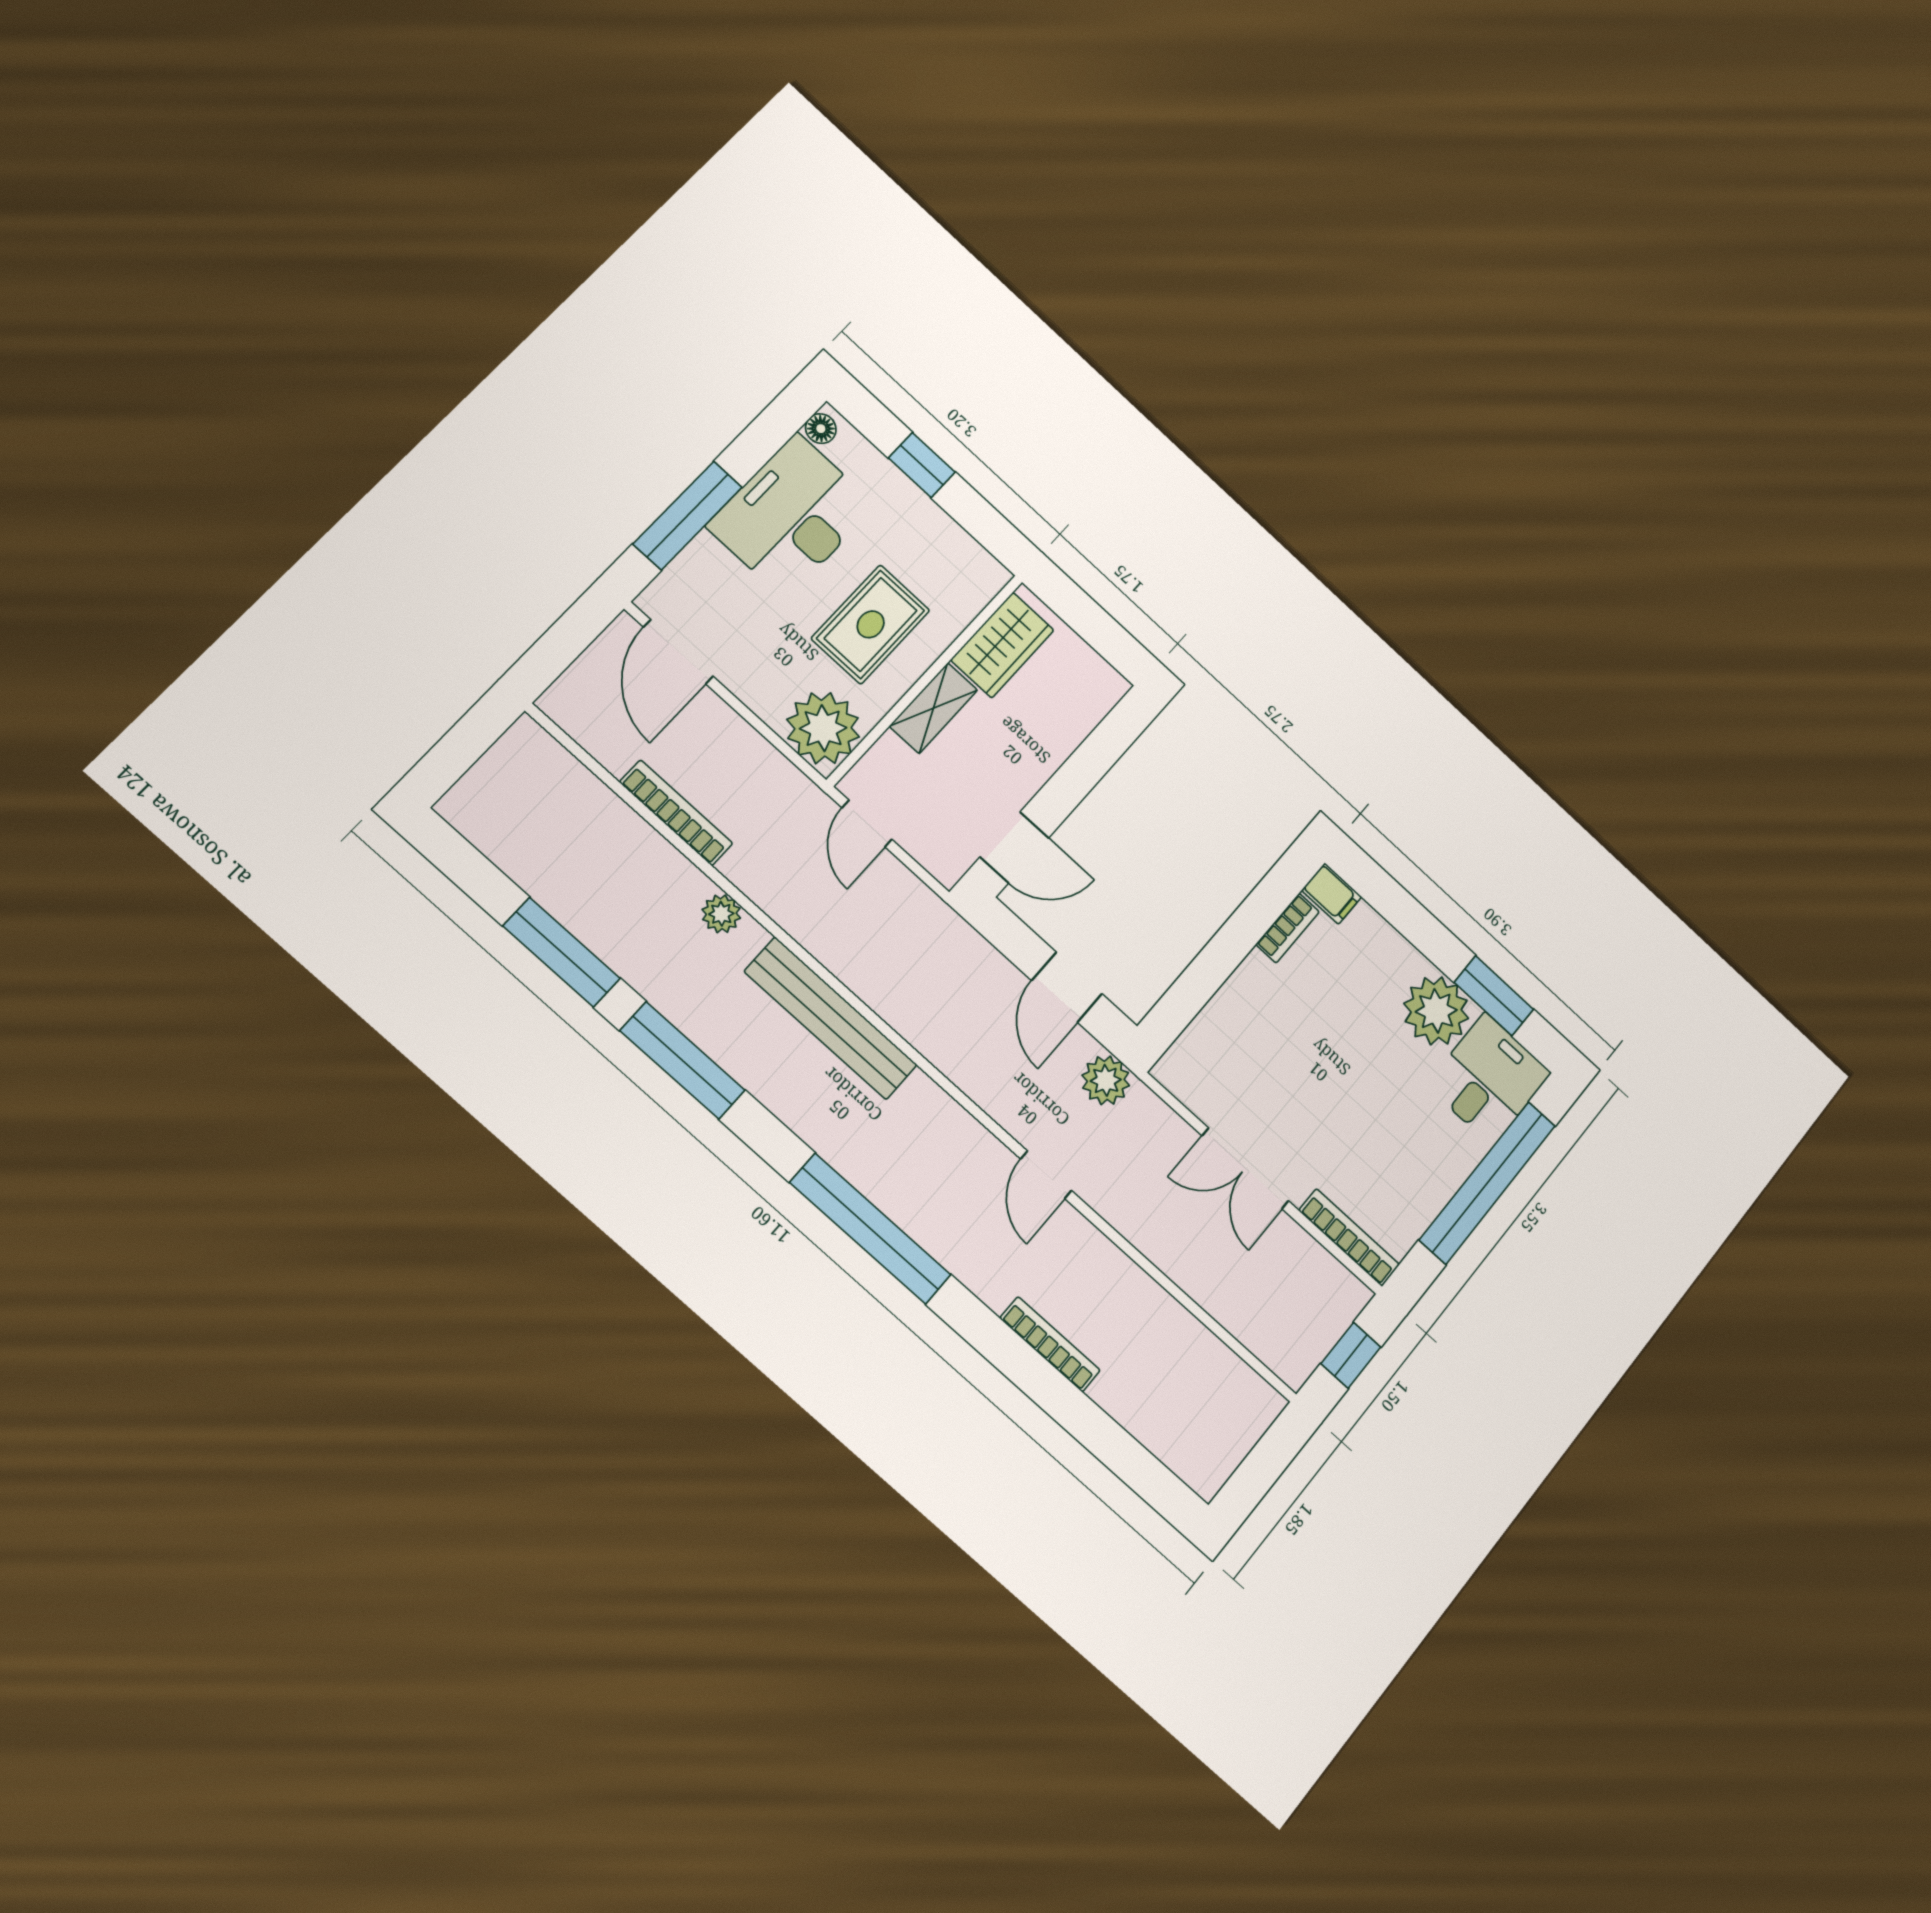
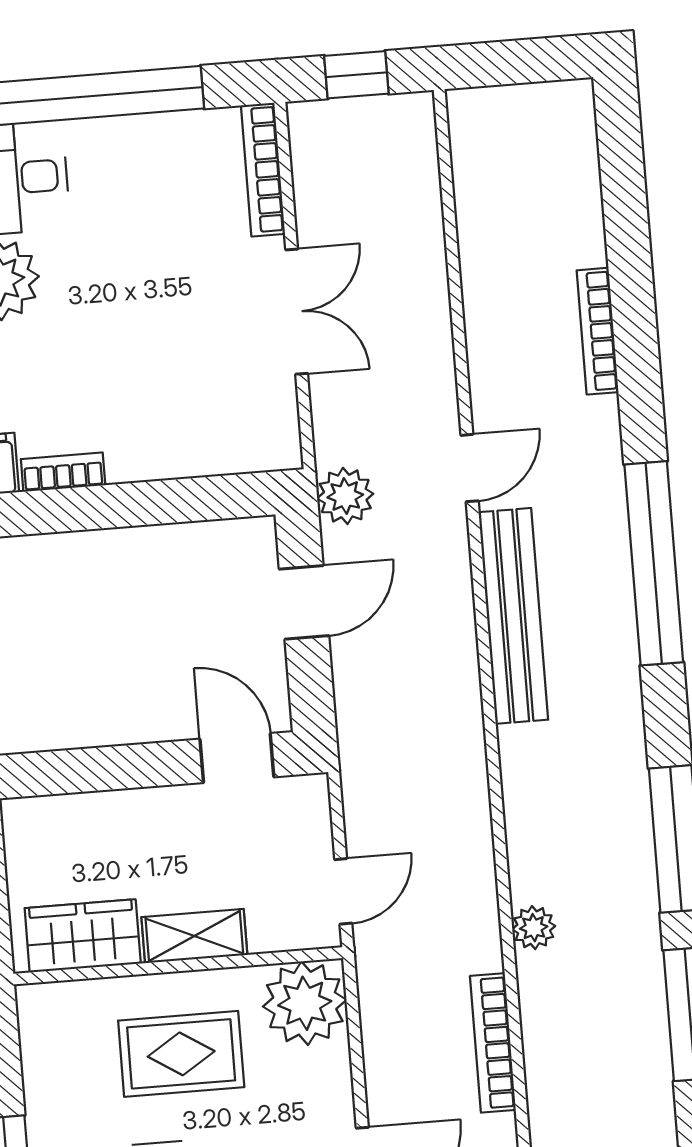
bench: (831, 1018) -> (513, 616), moved

